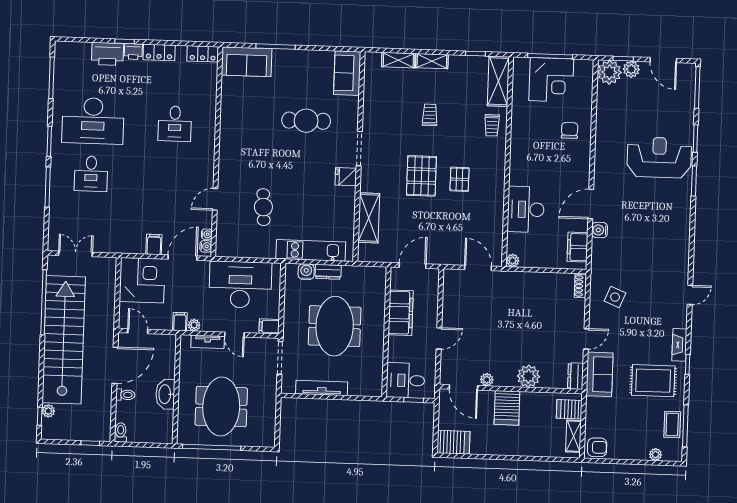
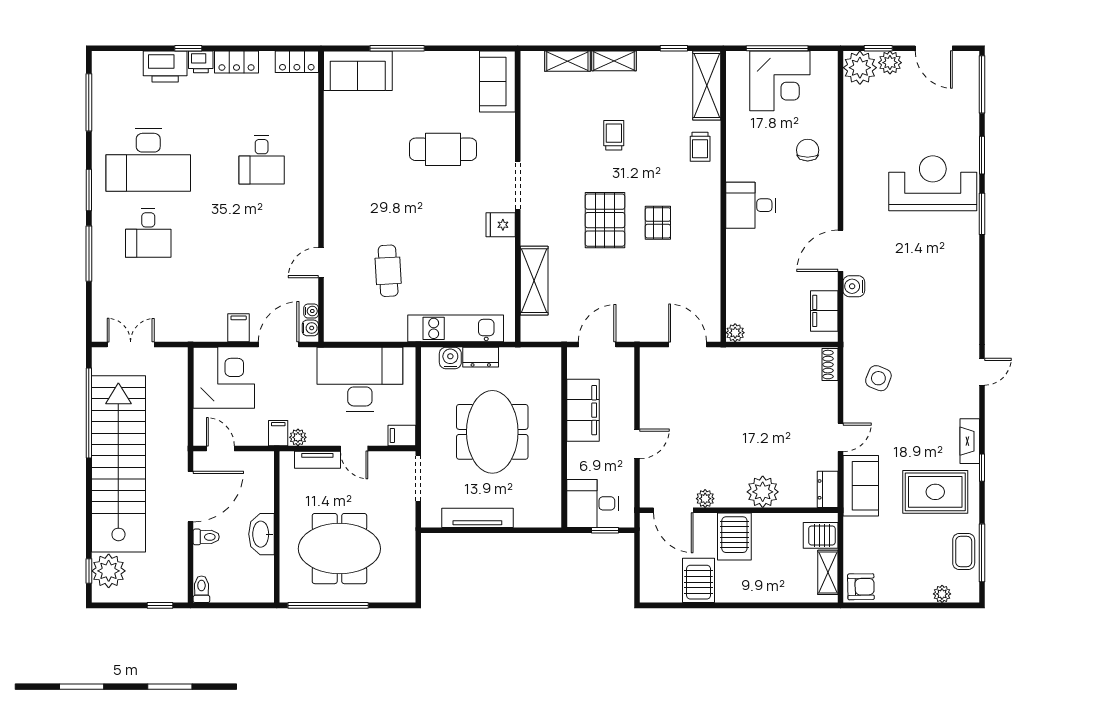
desk: (526, 209) -> (751, 205), moved, width x0.73
meeting table: (221, 407) -> (339, 549), turned 90
plant: (48, 411) -> (109, 571), width x1.88, depth x1.88
server rack: (453, 442) -> (699, 580), moved, turned -90

